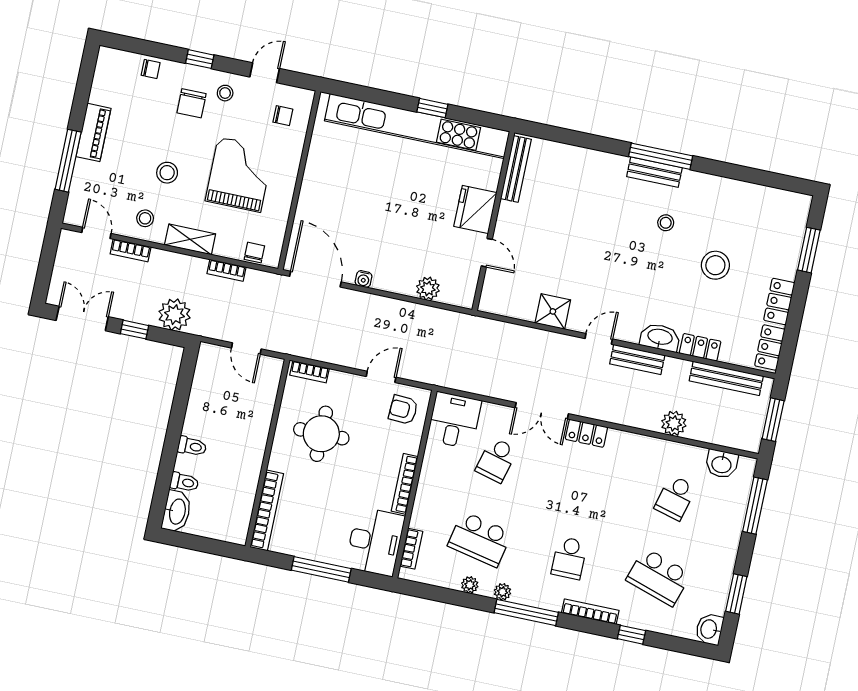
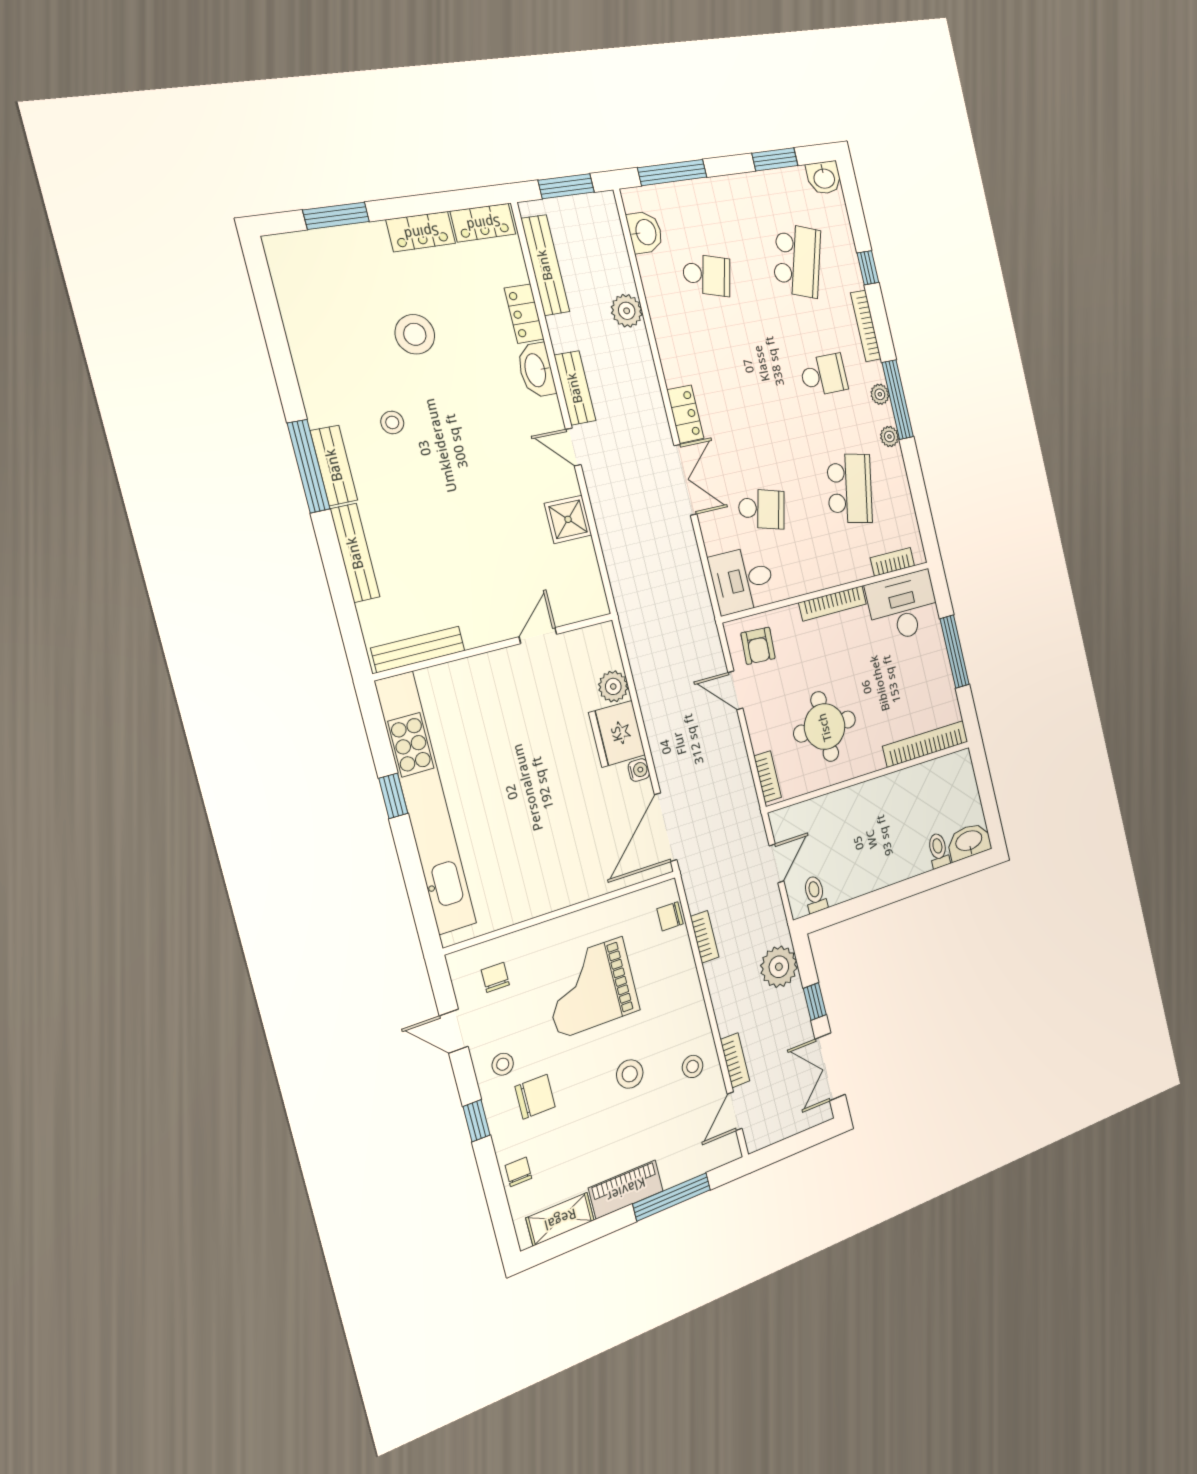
bench: (595, 159) -> (355, 553), added
fridge: (475, 209) -> (617, 734), moved, turned 90
shelving: (190, 239) -> (560, 1219), moved, turned 90
toilet: (192, 446) -> (815, 894), moved
plant: (470, 585) -> (880, 394), moved

